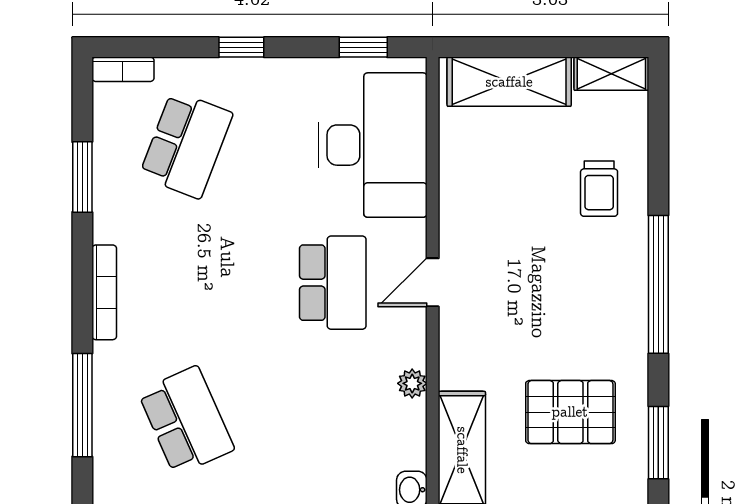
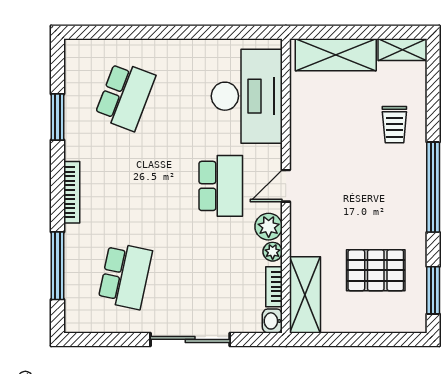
window: (241, 47) -> (161, 32), removed
window: (363, 47) -> (241, 32), removed
bookcase: (123, 69) -> (274, 287), moved, turned 90
plant: (406, 345) -> (269, 227), added
school desk: (186, 421) -> (125, 276), turned 36

